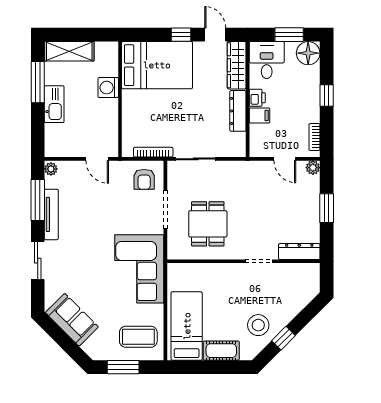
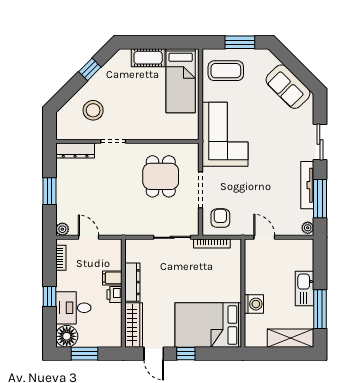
desk: (267, 60) -> (73, 308), moved, turned 90
stool: (258, 325) -> (93, 110), moved

